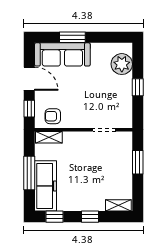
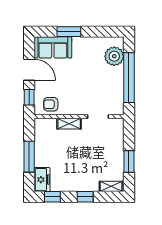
sofa: (62, 54) -> (53, 47), width x0.73
window: (138, 87) -> (129, 78), width x3.17
shelving: (49, 137) -> (69, 124), moved
window: (138, 162) -> (129, 161), moved
freezer: (46, 186) -> (42, 180), width x0.52, depth x0.79

